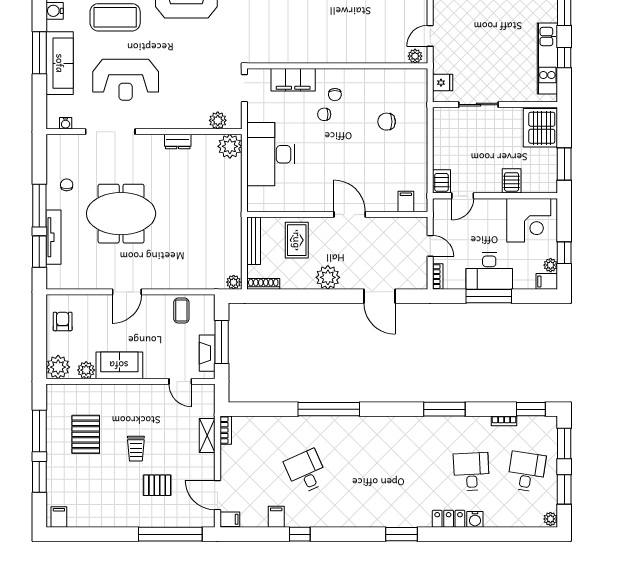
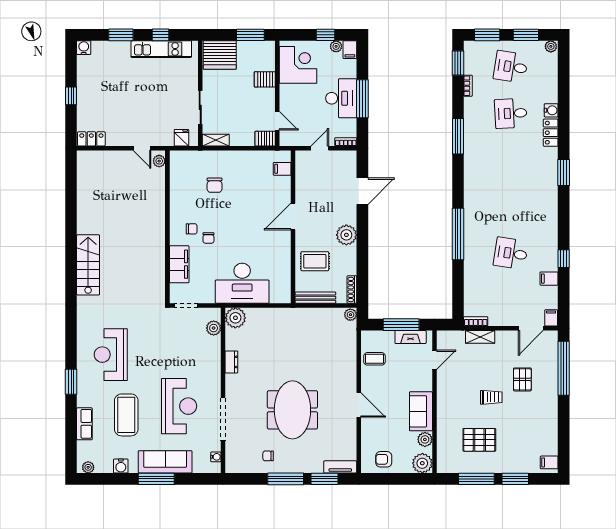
shelving: (440, 123) -> (216, 140), added
tv unit: (54, 237) -> (340, 467), moved, width x0.71
desk: (306, 472) -> (511, 253), turned 33

